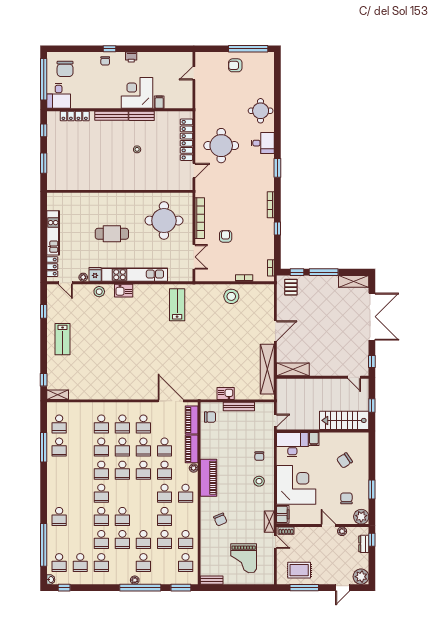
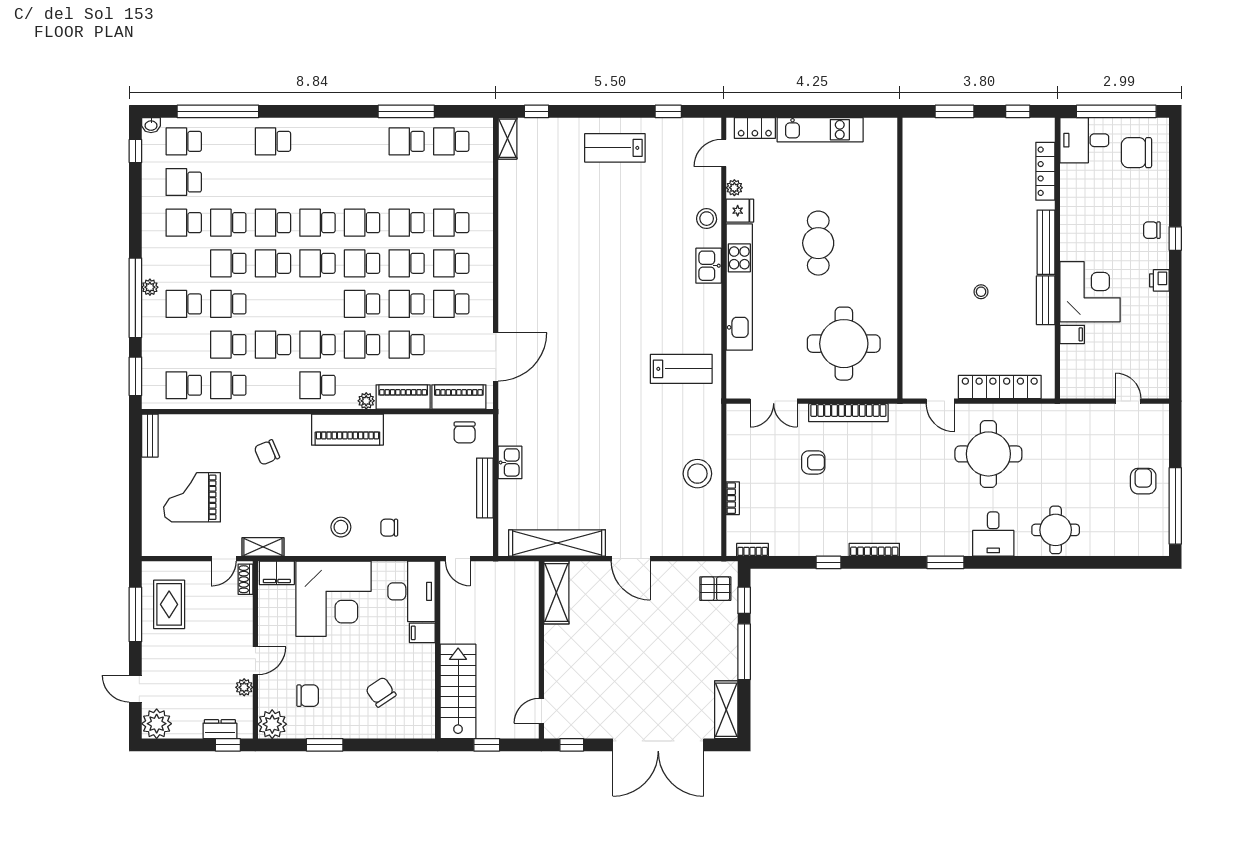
school desk: (122, 493) -> (317, 263), added

